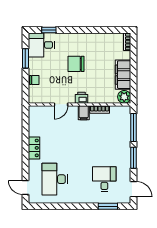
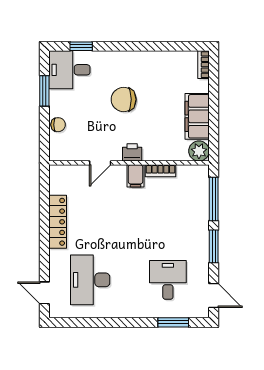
locker: (34, 148) -> (58, 222), width x1.53

